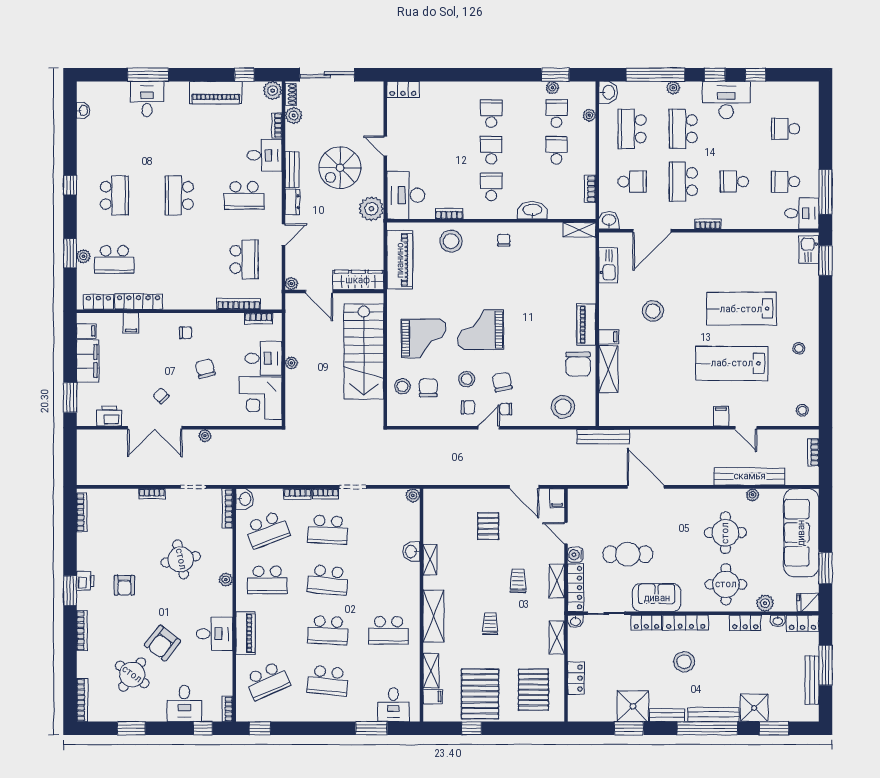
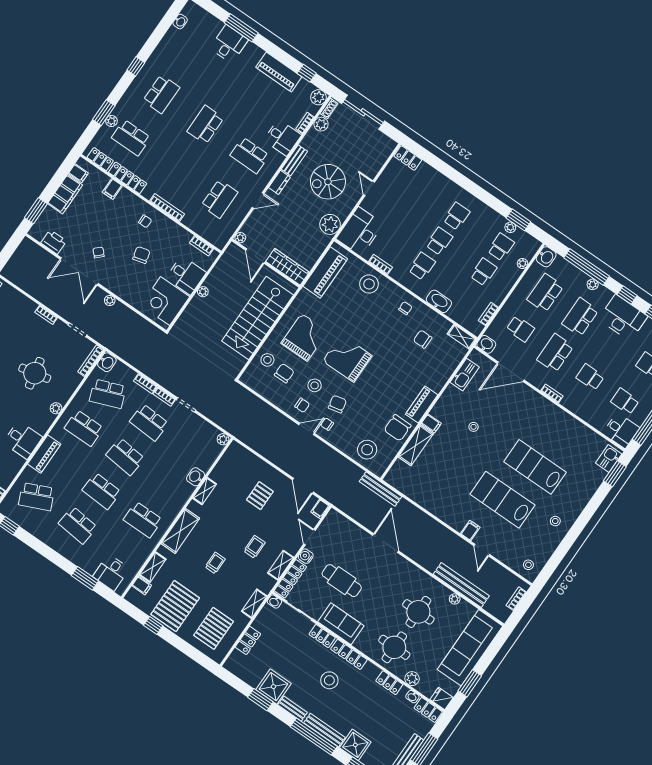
chair: (542, 259) -> (423, 339), added
bookcase: (239, 304) -> (167, 207), moved
stool: (653, 311) -> (474, 427), width x0.53, depth x0.53
grand piano: (424, 338) -> (304, 337), turned -90

